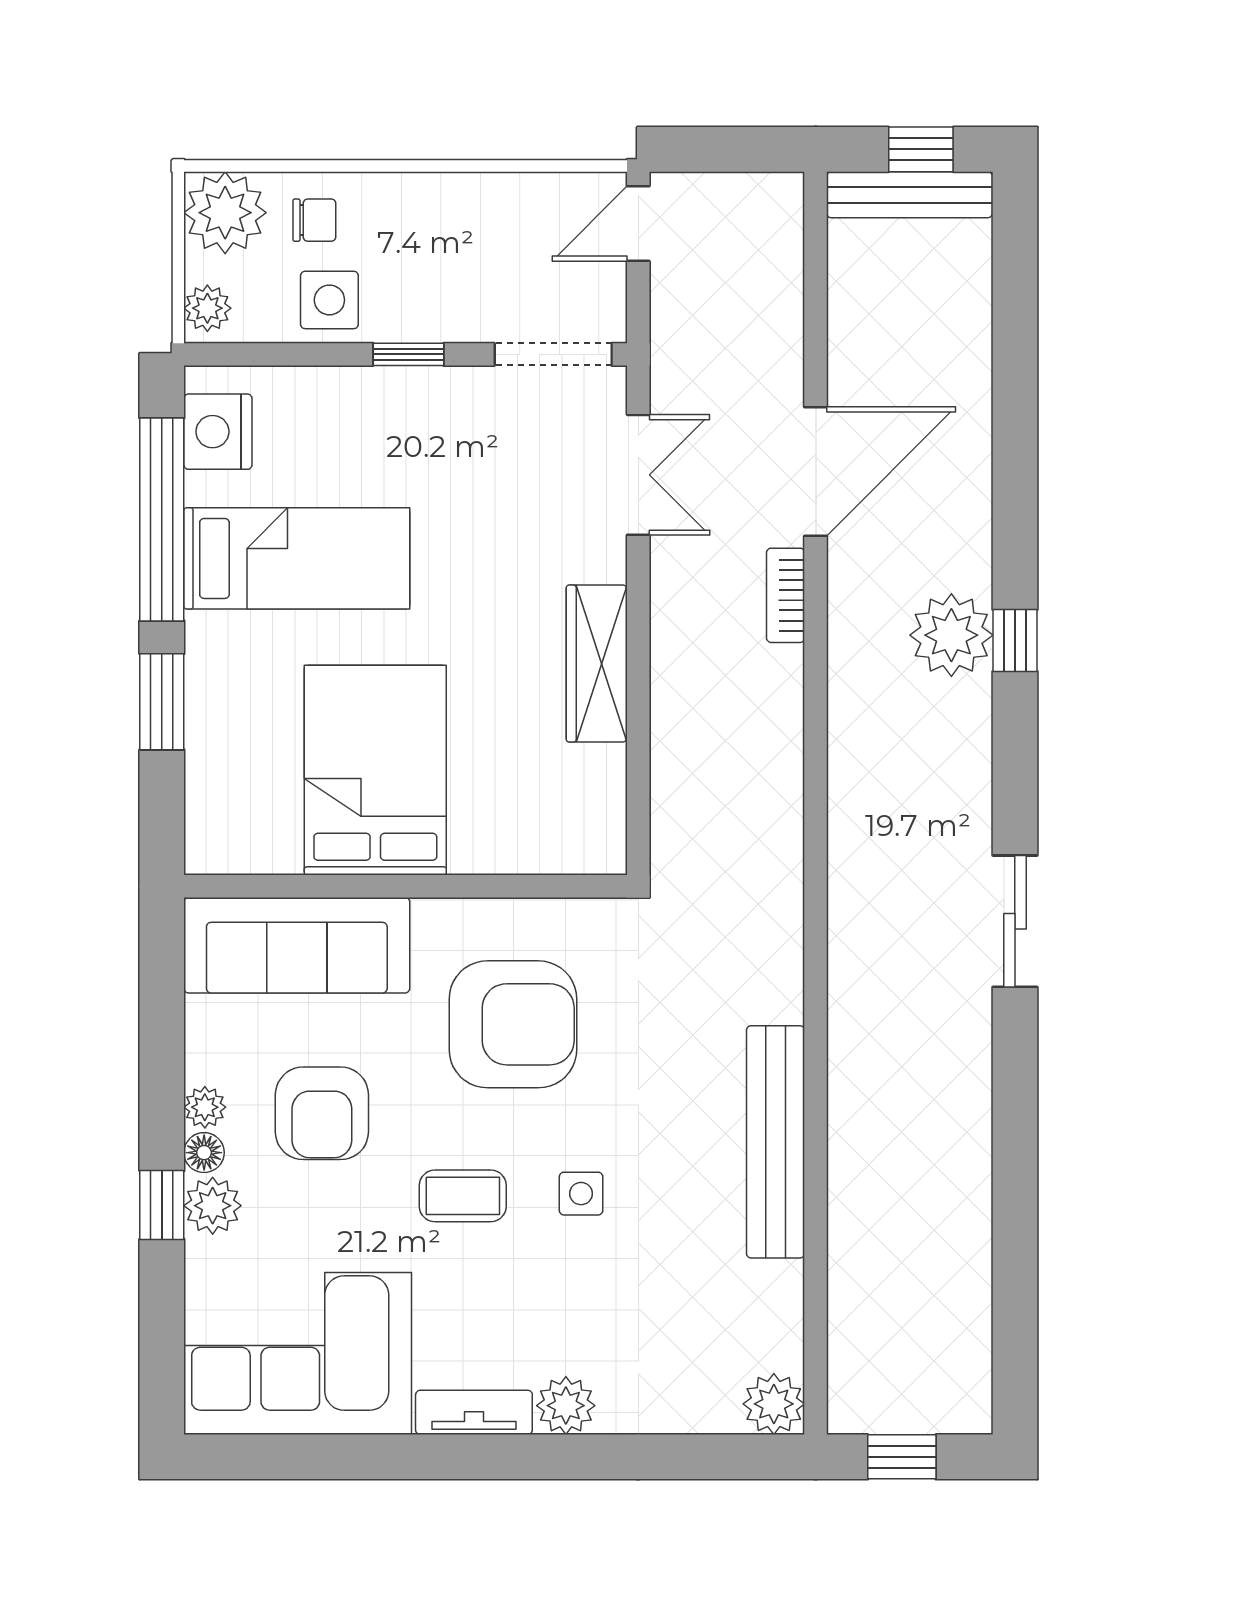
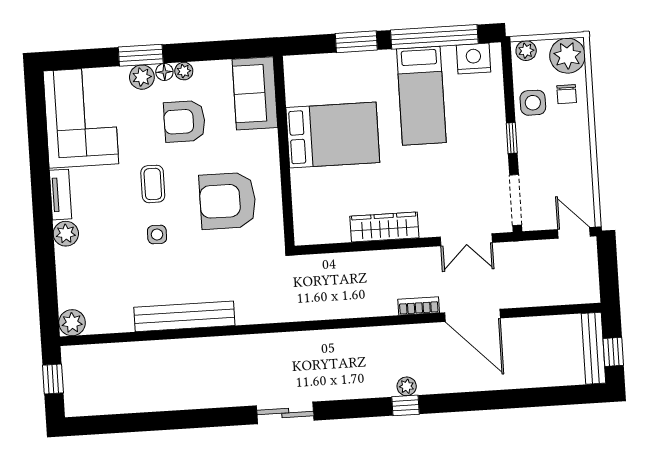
plant: (951, 635) -> (407, 386), width x0.53, depth x0.53
sofa: (297, 945) -> (255, 93), width x0.73
armchair: (513, 1024) -> (228, 201), turned 90
window: (162, 1205) -> (141, 55), width x1.50

